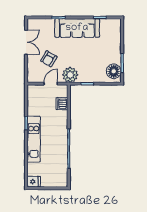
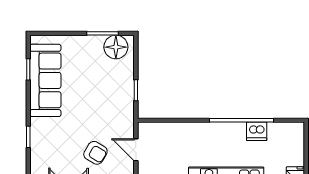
sofa: (77, 28) -> (45, 80), moved
plant: (70, 75) -> (122, 118), removed
dishwasher: (62, 104) -> (257, 131), moved

